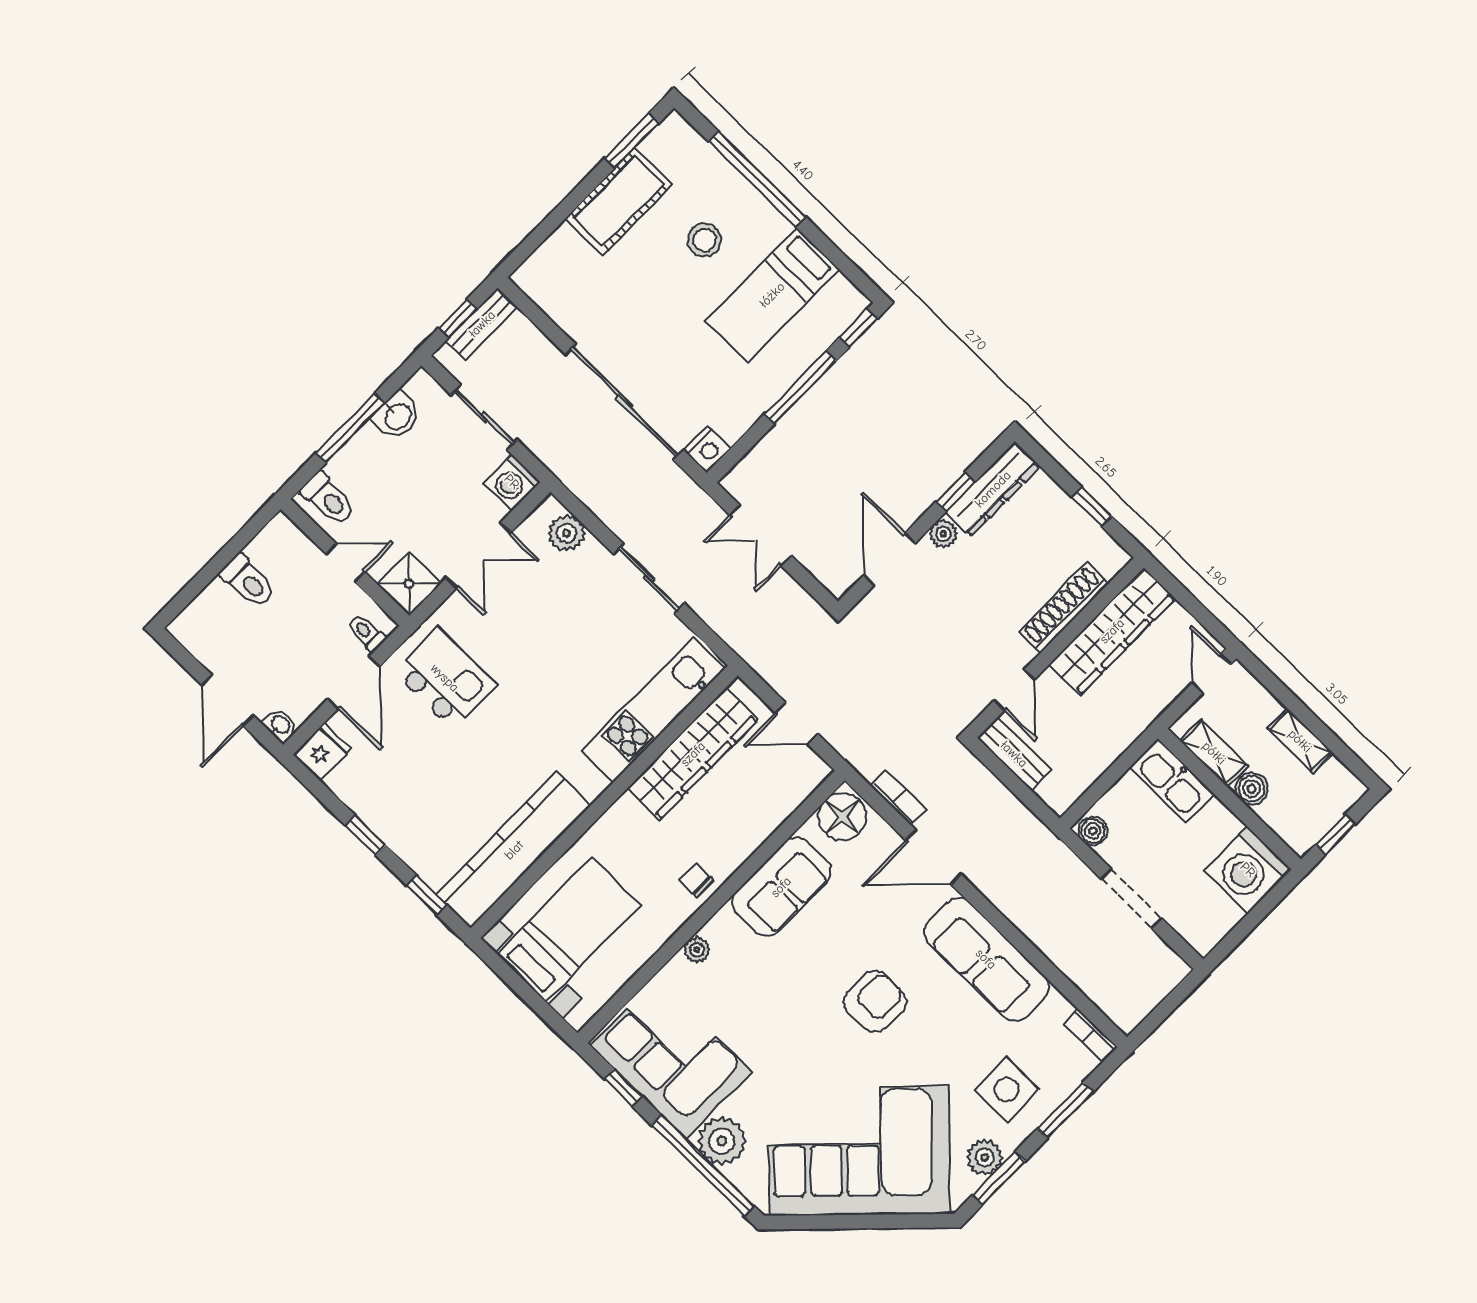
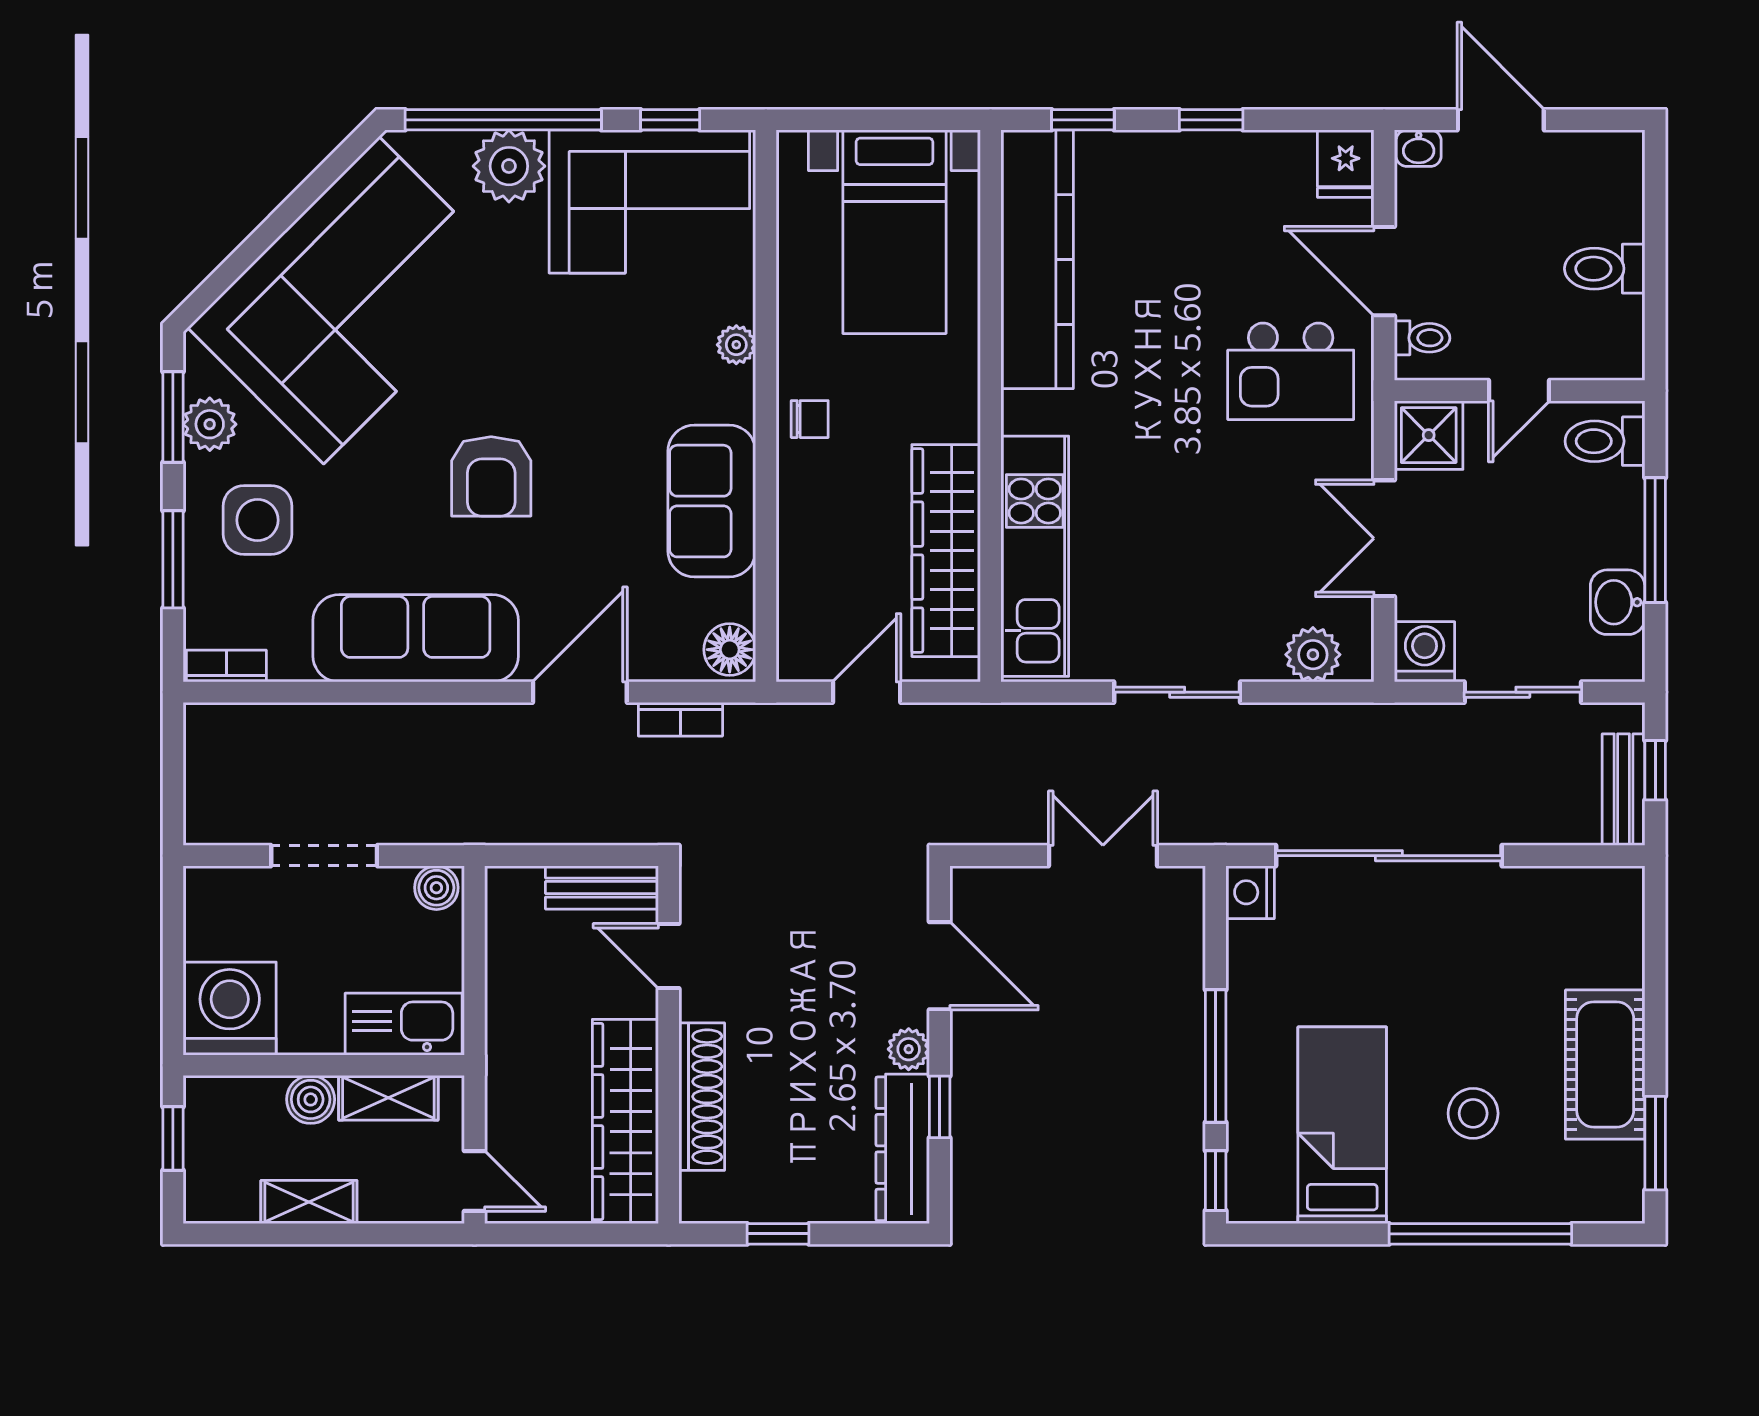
floor lamp: (842, 817) -> (730, 650), width x0.73, depth x0.73

